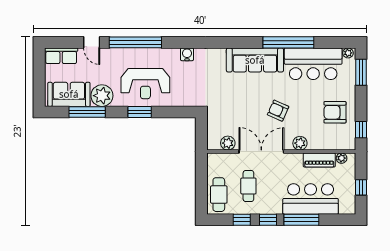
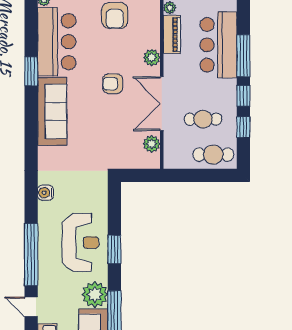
door: (92, 42) -> (31, 307), swing flipped
window: (288, 42) -> (31, 71), width x0.47
armchair: (278, 111) -> (113, 84), turned 66

